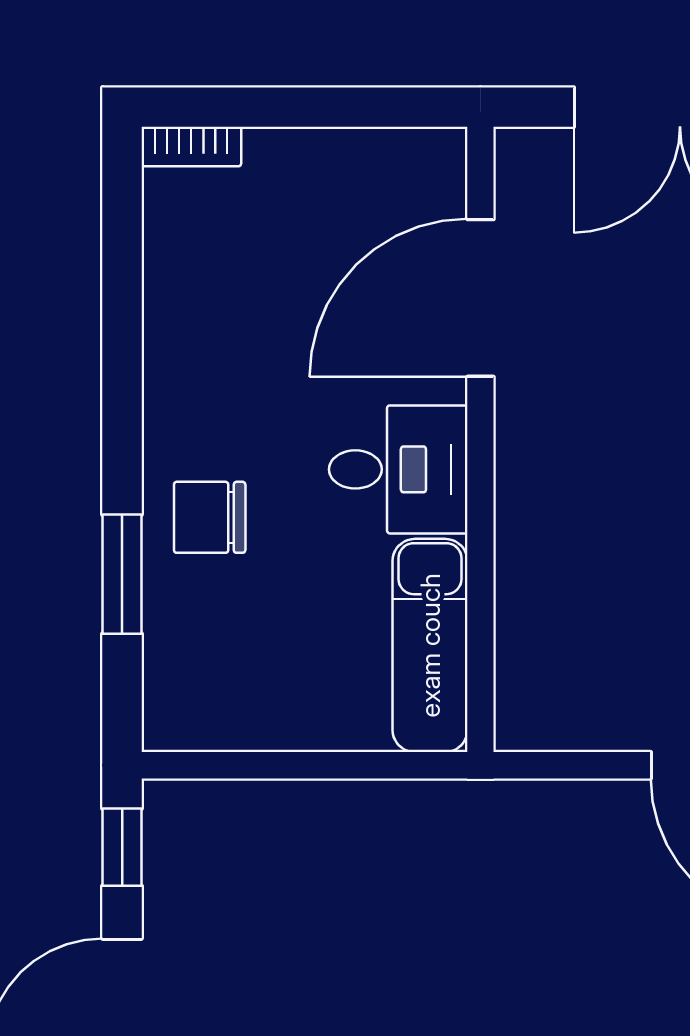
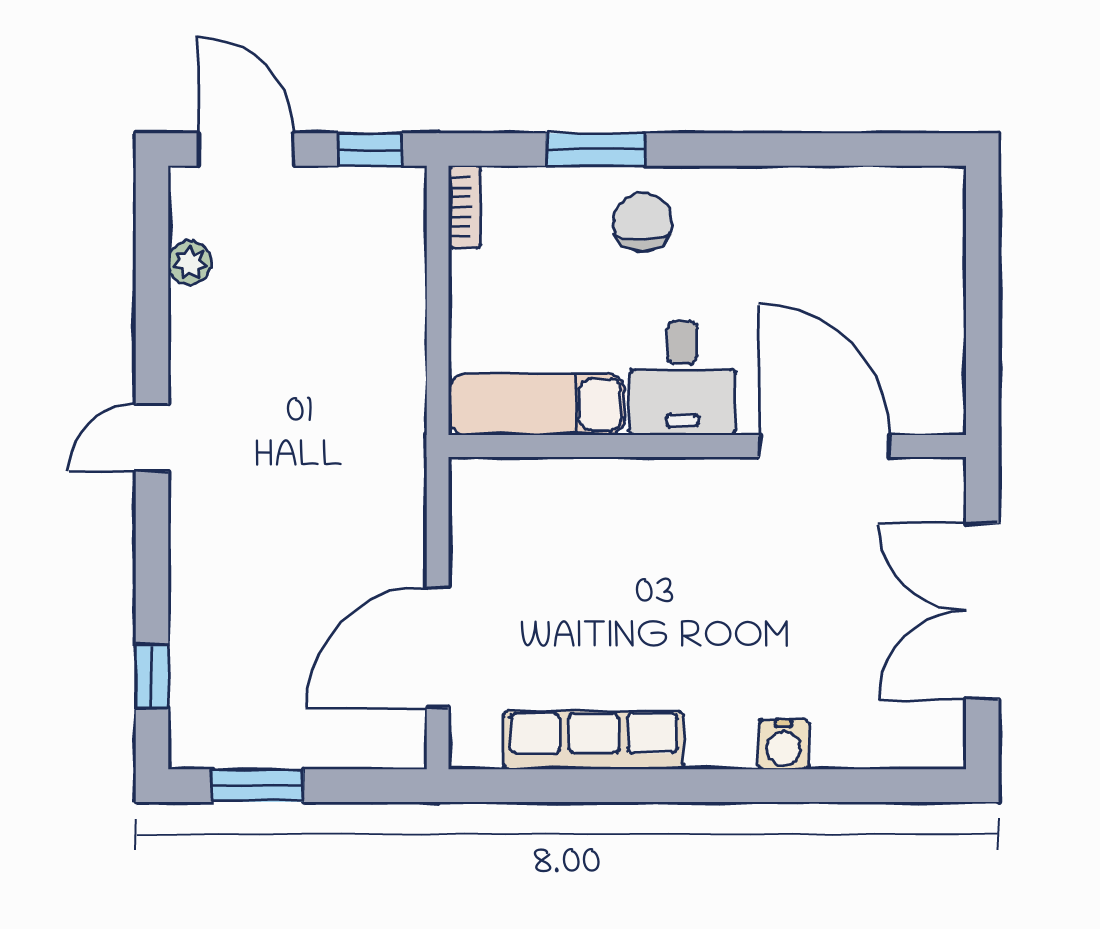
bookcase: (191, 147) -> (465, 207), moved, turned 180

